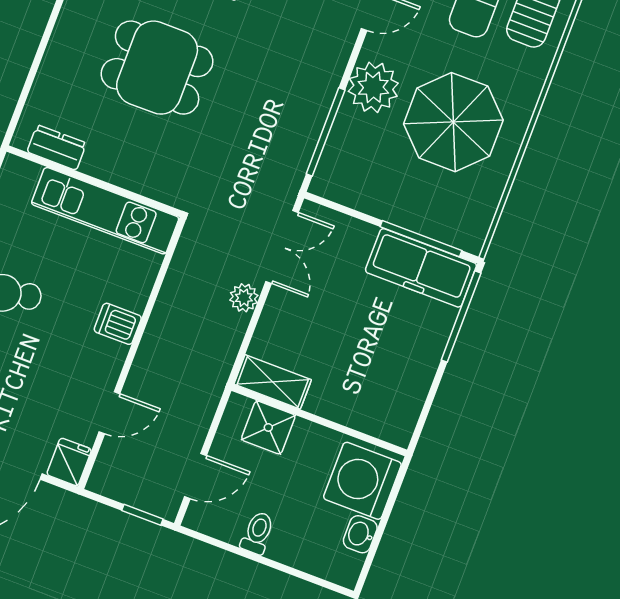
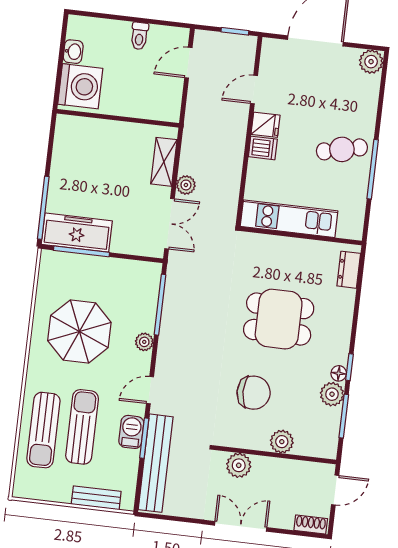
plant: (373, 87) -> (144, 342), width x0.53, depth x0.53
dresser: (57, 148) -> (349, 270), moved, turned 90
double door: (282, 247) -> (170, 224), swing flipped
shelving: (273, 382) -> (164, 162), moved, turned 90
shower: (268, 427) -> (149, 105), removed
fridge: (69, 462) -> (265, 125), moved, turned -90
window: (142, 515) -> (235, 31), moved

